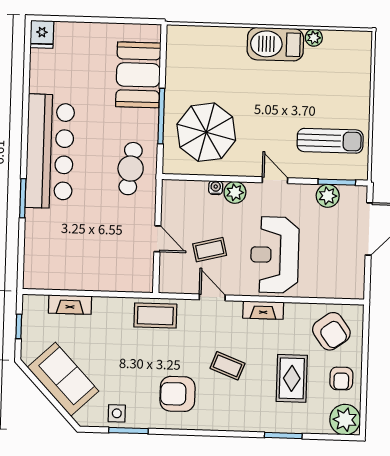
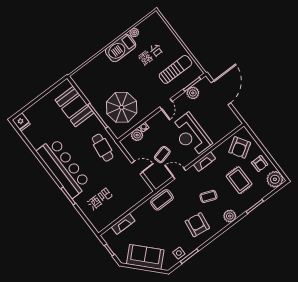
door: (275, 180) -> (166, 104), swing flipped
plant: (235, 192) -> (137, 135), moved
armchair: (331, 331) -> (240, 147), turned 94
armchair: (177, 394) -> (197, 225), turned 98
plant: (235, 420) -> (230, 216), added

